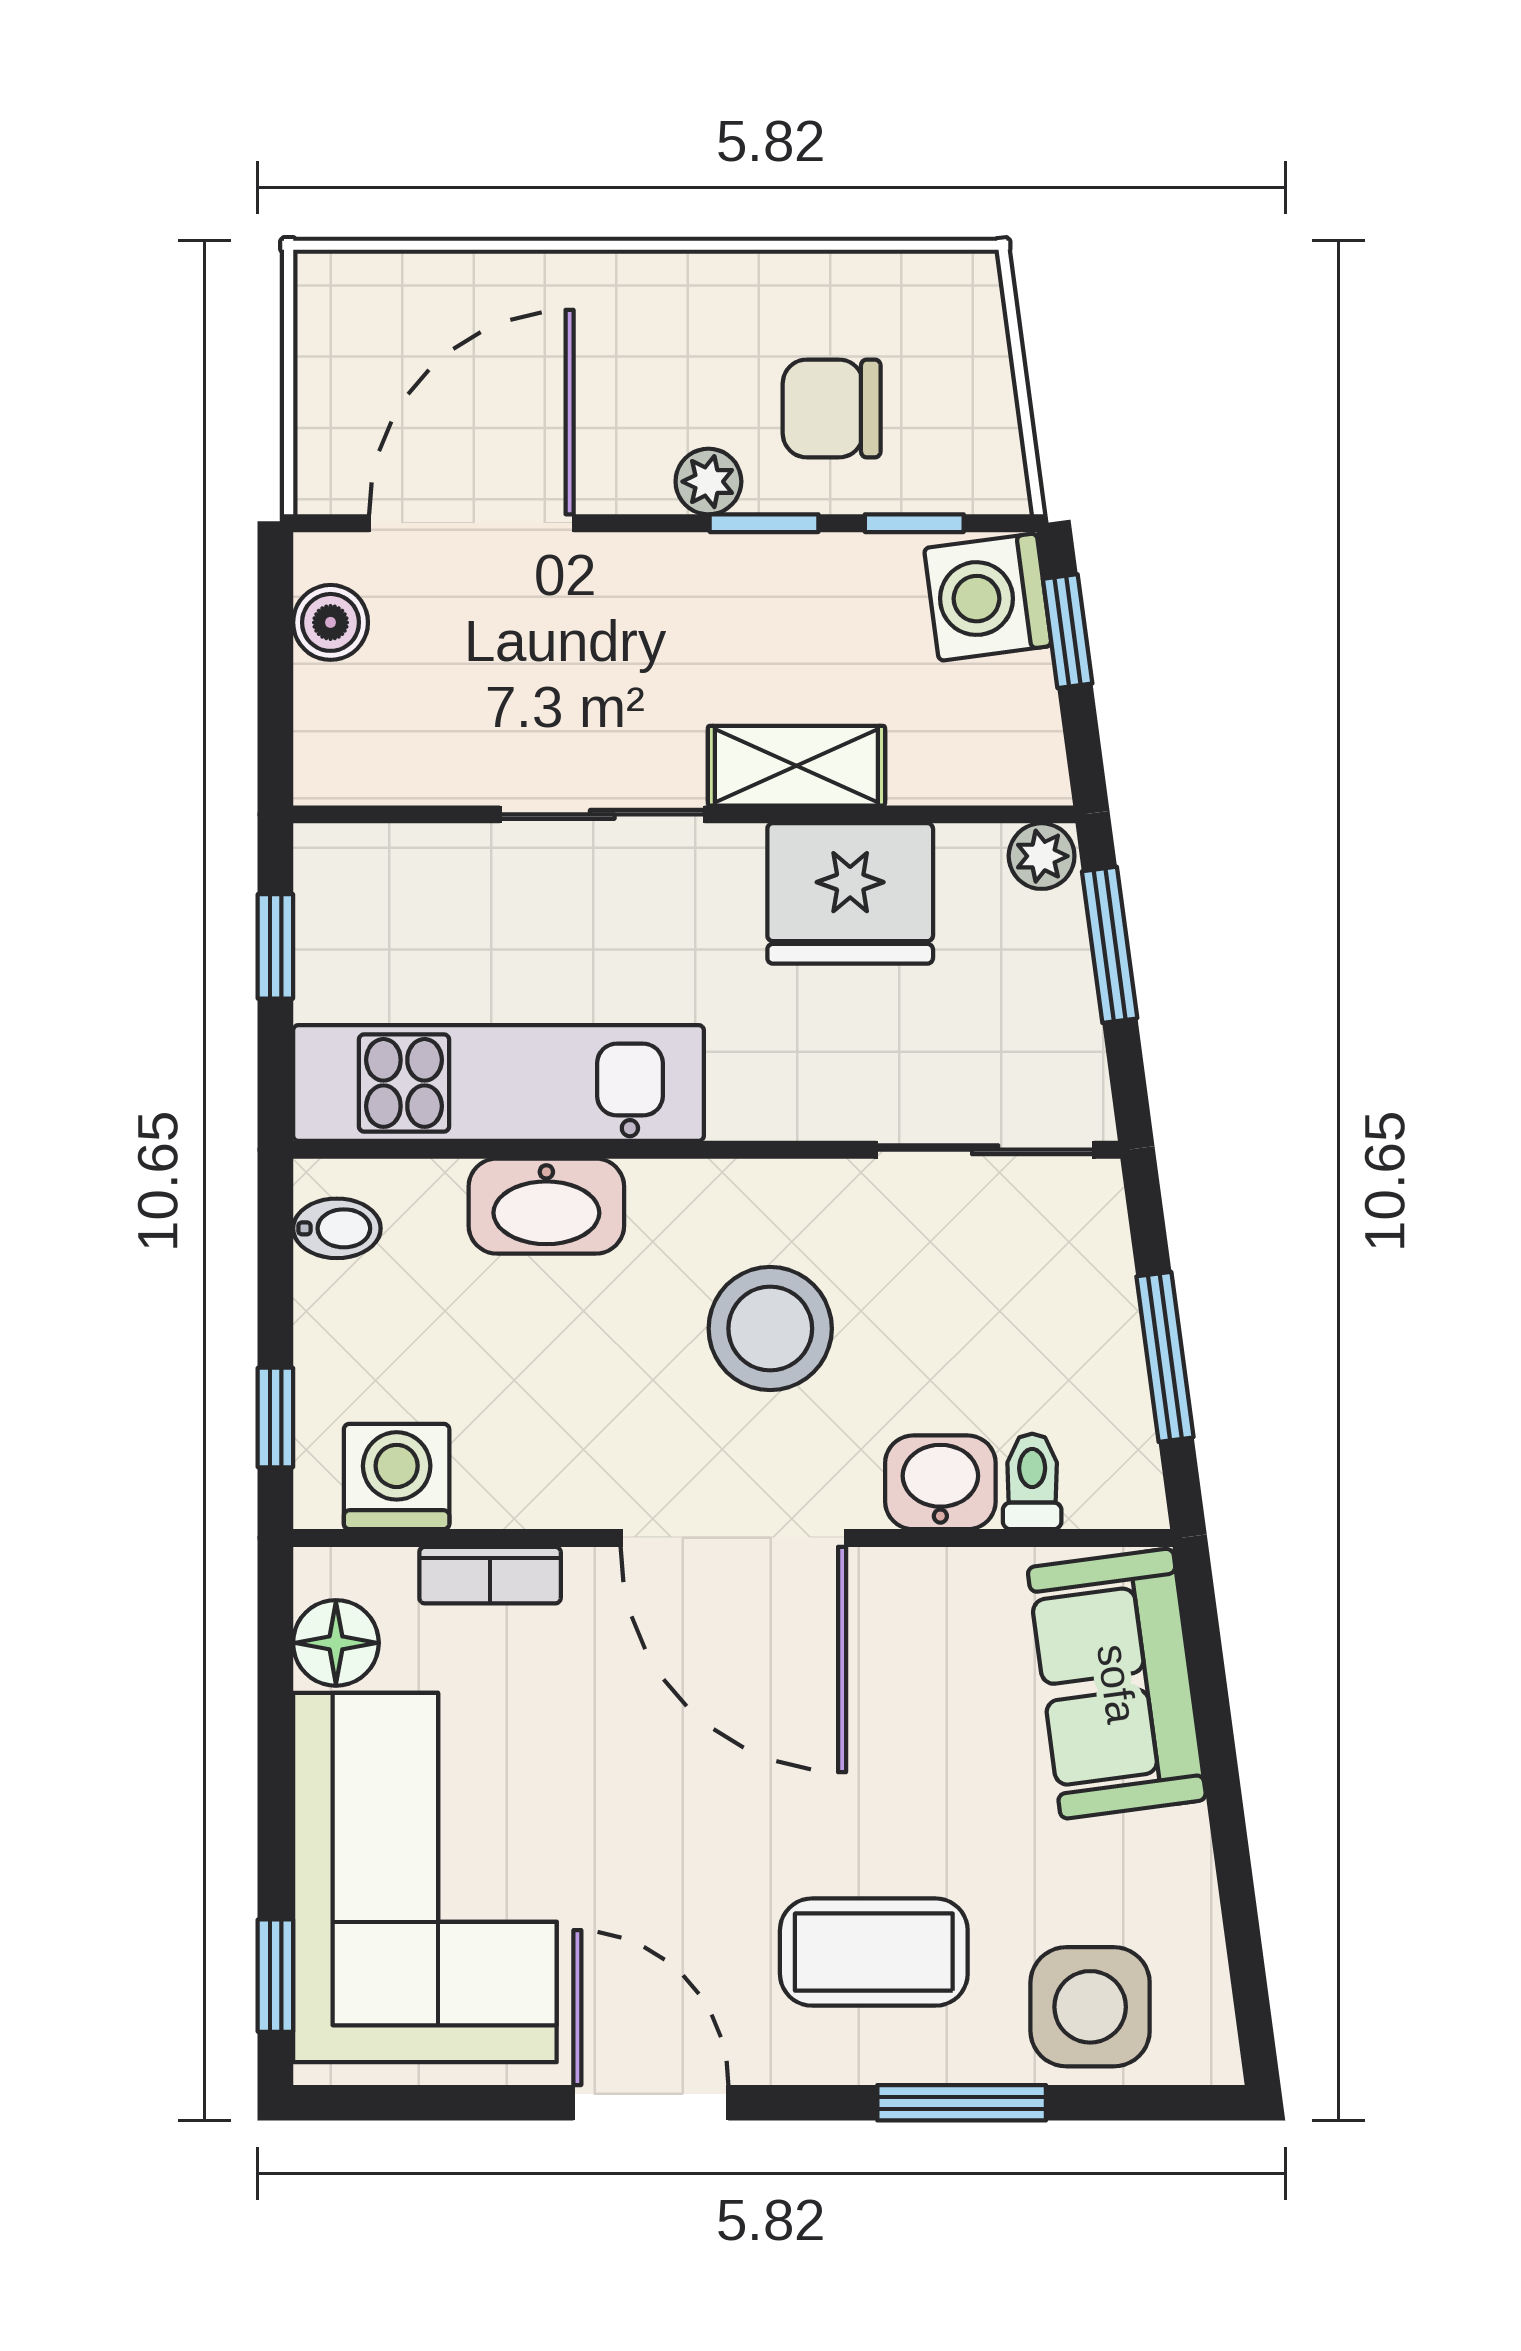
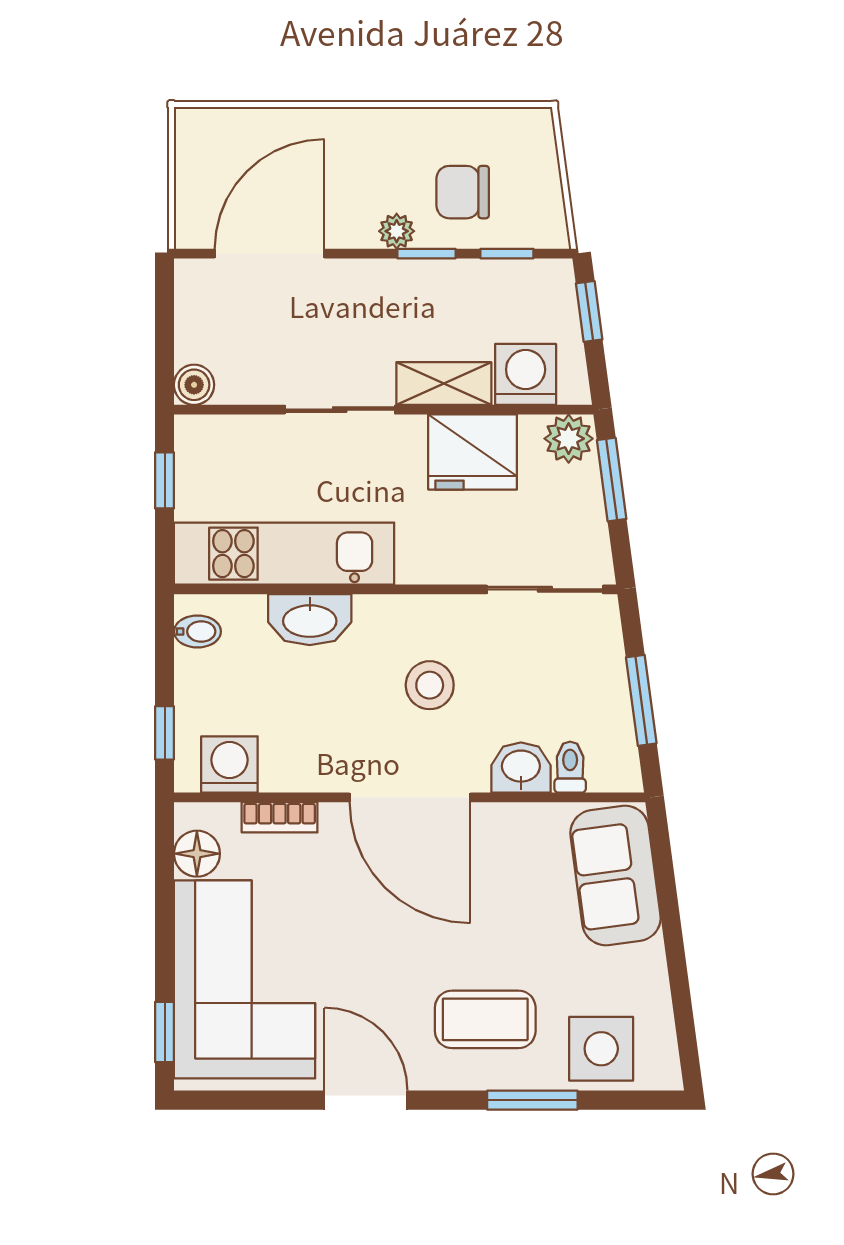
washing machine: (988, 597) -> (526, 374), moved, turned 98
boiler: (331, 622) -> (194, 385), moved
plant: (1042, 856) -> (569, 439), width x1.38, depth x1.38
stool: (770, 1329) -> (430, 685), width x0.73, depth x0.73

